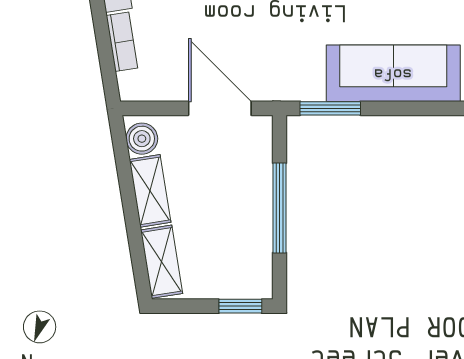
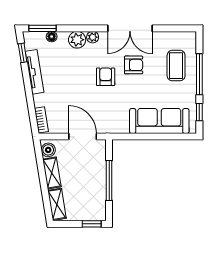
bookcase: (122, 42) -> (41, 120), moved
window: (330, 108) -> (131, 137), removed

